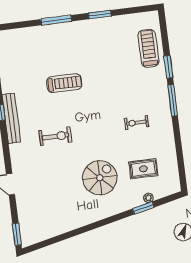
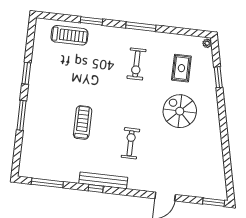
treadmill: (148, 48) -> (69, 35), turned 180
window: (173, 100) -> (141, 27), moved
exercise bike: (136, 123) -> (136, 64), width x1.38, depth x1.39
plant: (148, 198) -> (207, 43), moved

